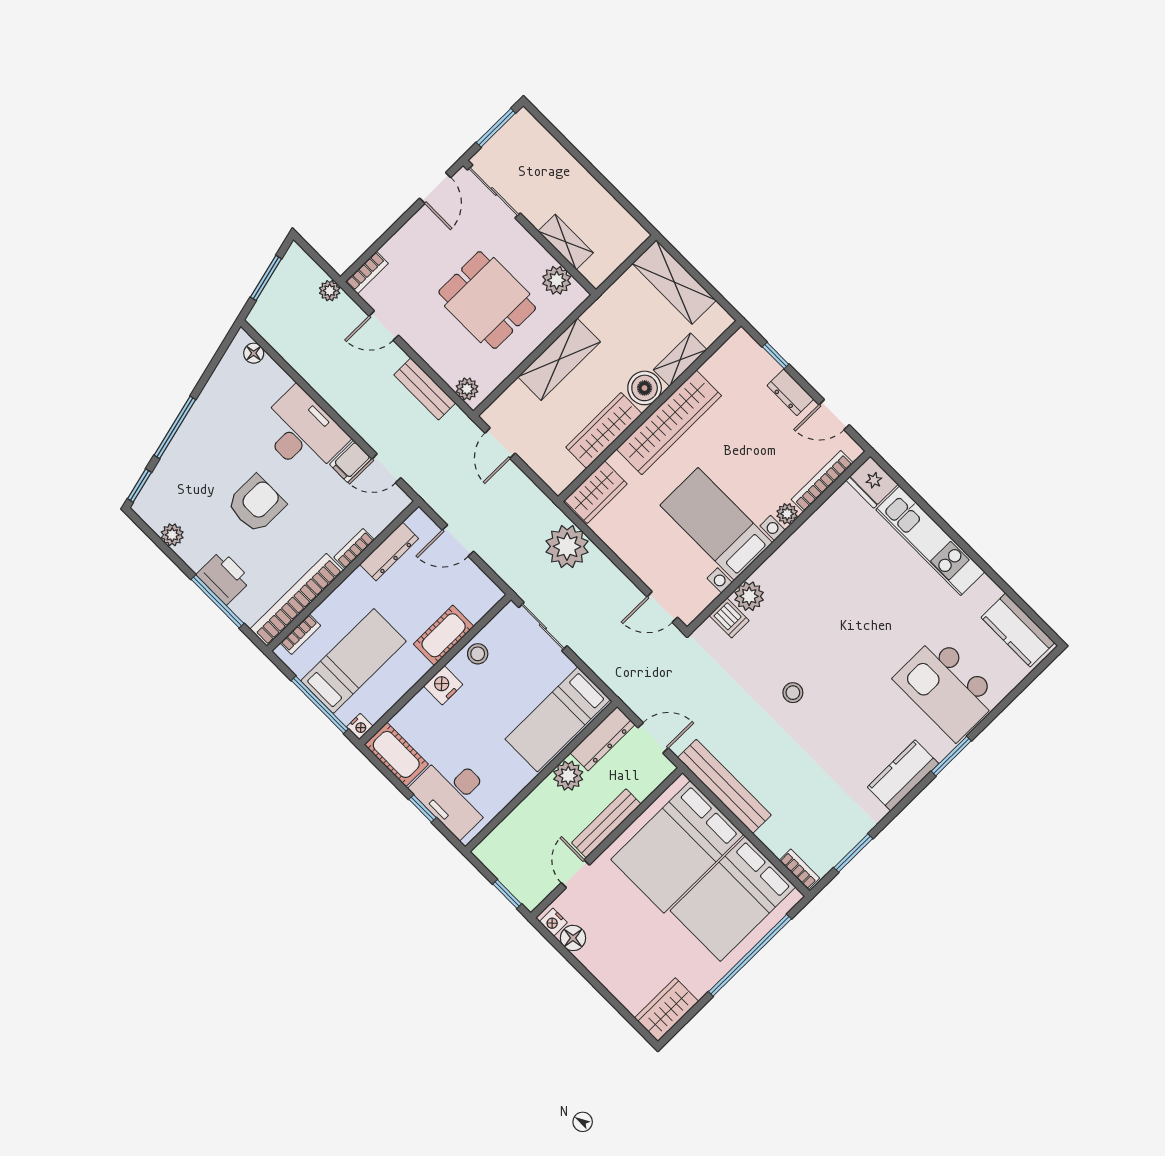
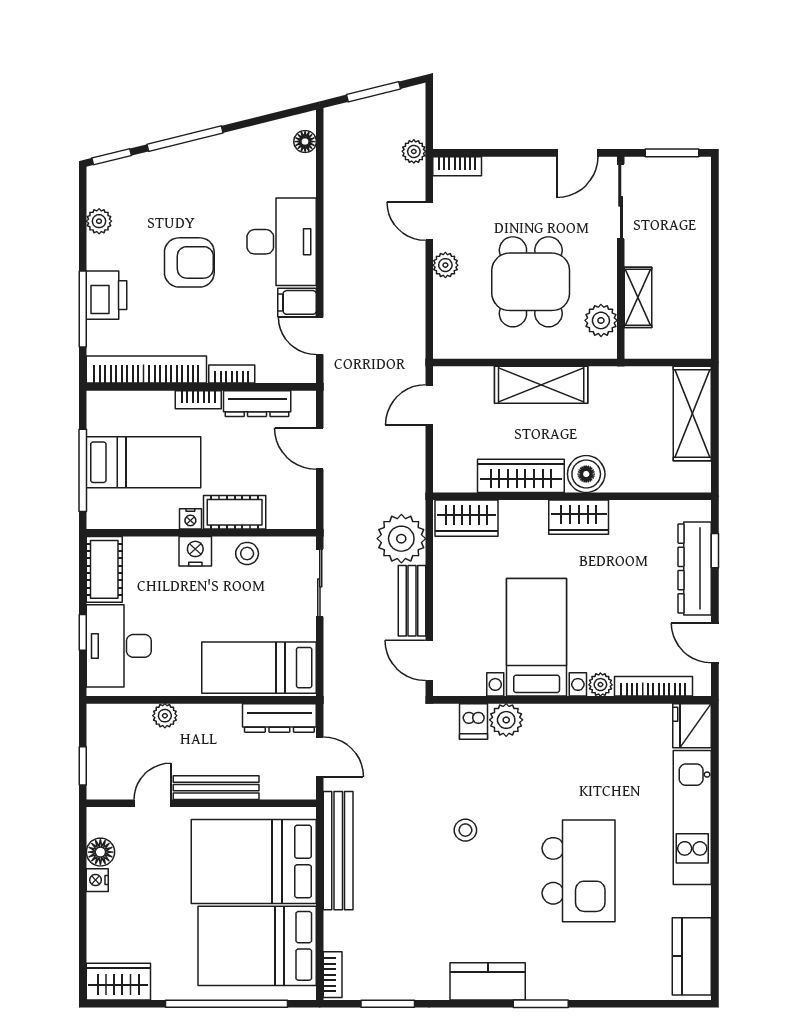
shelving: (680, 360) -> (636, 480), removed
bench: (425, 389) -> (412, 601), moved
plant: (467, 389) -> (445, 265), moved
dresser: (790, 392) -> (695, 568), width x1.96, depth x1.24
wardrobe: (669, 422) -> (579, 517), width x0.48, depth x0.85
bookcase: (300, 634) -> (198, 400), moved
kitchen island: (947, 688) -> (579, 871), moved, turned 180
nightstand: (360, 727) -> (190, 519), moved
plant: (568, 776) -> (165, 716), moved, width x0.73, depth x0.73
nightstand: (553, 922) -> (97, 880), moved

